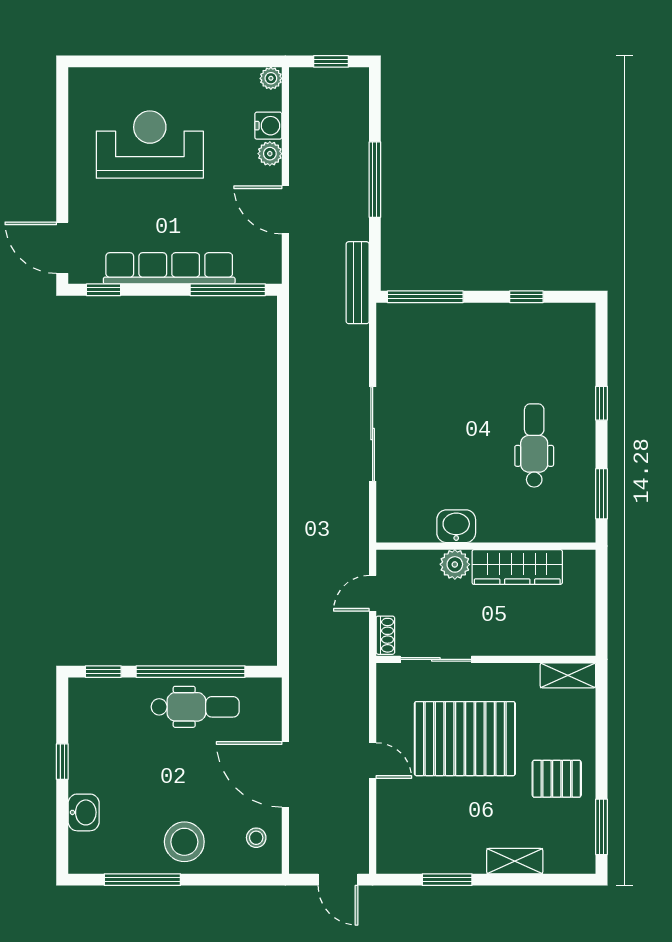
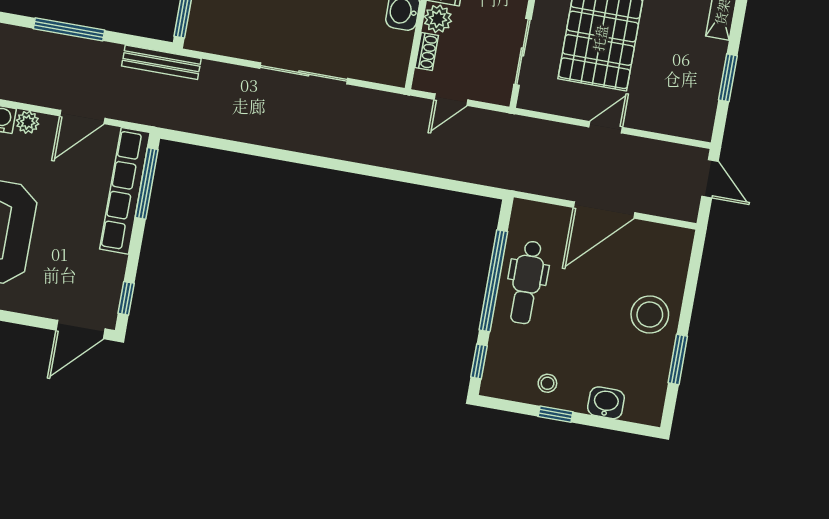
row of seats: (169, 268) -> (125, 191), moved
door: (373, 593) -> (451, 100), hinge flipped
shoe rack: (385, 635) -> (427, 52), moved, turned 90
dental chair: (195, 707) -> (527, 282), turned 180
stool: (256, 838) -> (547, 383), moved
window: (142, 880) -> (678, 360), width x0.69
door: (338, 880) -> (710, 179), hinge flipped

